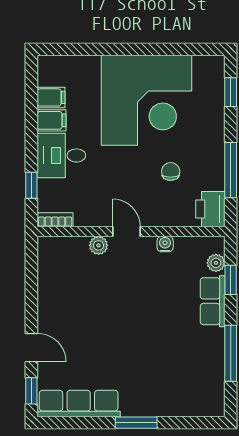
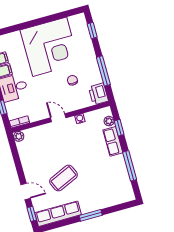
plant: (99, 245) -> (19, 136), moved
coffee table: (106, 342) -> (64, 178), added

